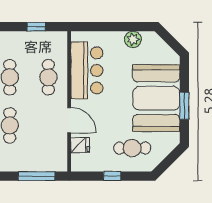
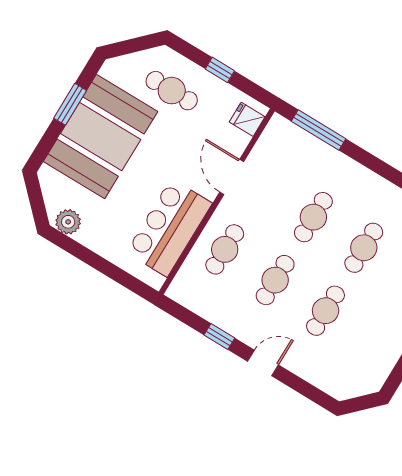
window: (36, 27) -> (219, 337), moved
plant: (133, 39) -> (68, 222), moved
fridge: (80, 145) -> (247, 119), moved

